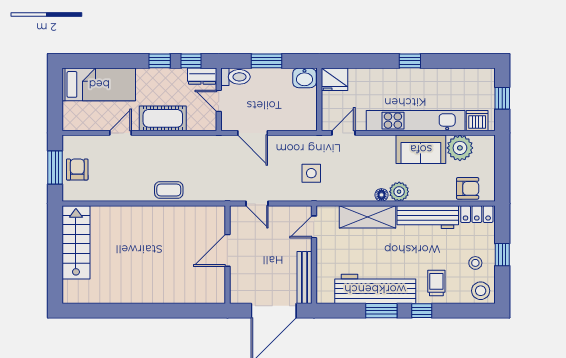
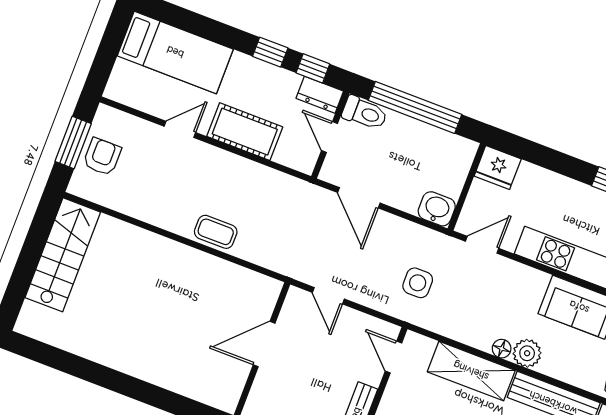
window: (266, 61) -> (415, 107), width x2.11
washbasin: (304, 78) -> (437, 209), moved, turned 180
door: (314, 227) -> (393, 357), hinge flipped

